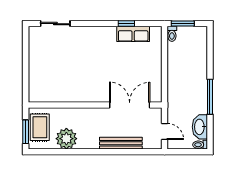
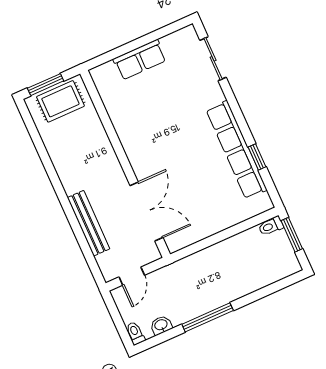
row of seats: (133, 34) -> (237, 150), width x2.02
row of seats: (36, 68) -> (140, 60), added
washbasin: (200, 127) -> (161, 325), width x0.52, depth x0.69
plant: (66, 139) -> (61, 145), removed

